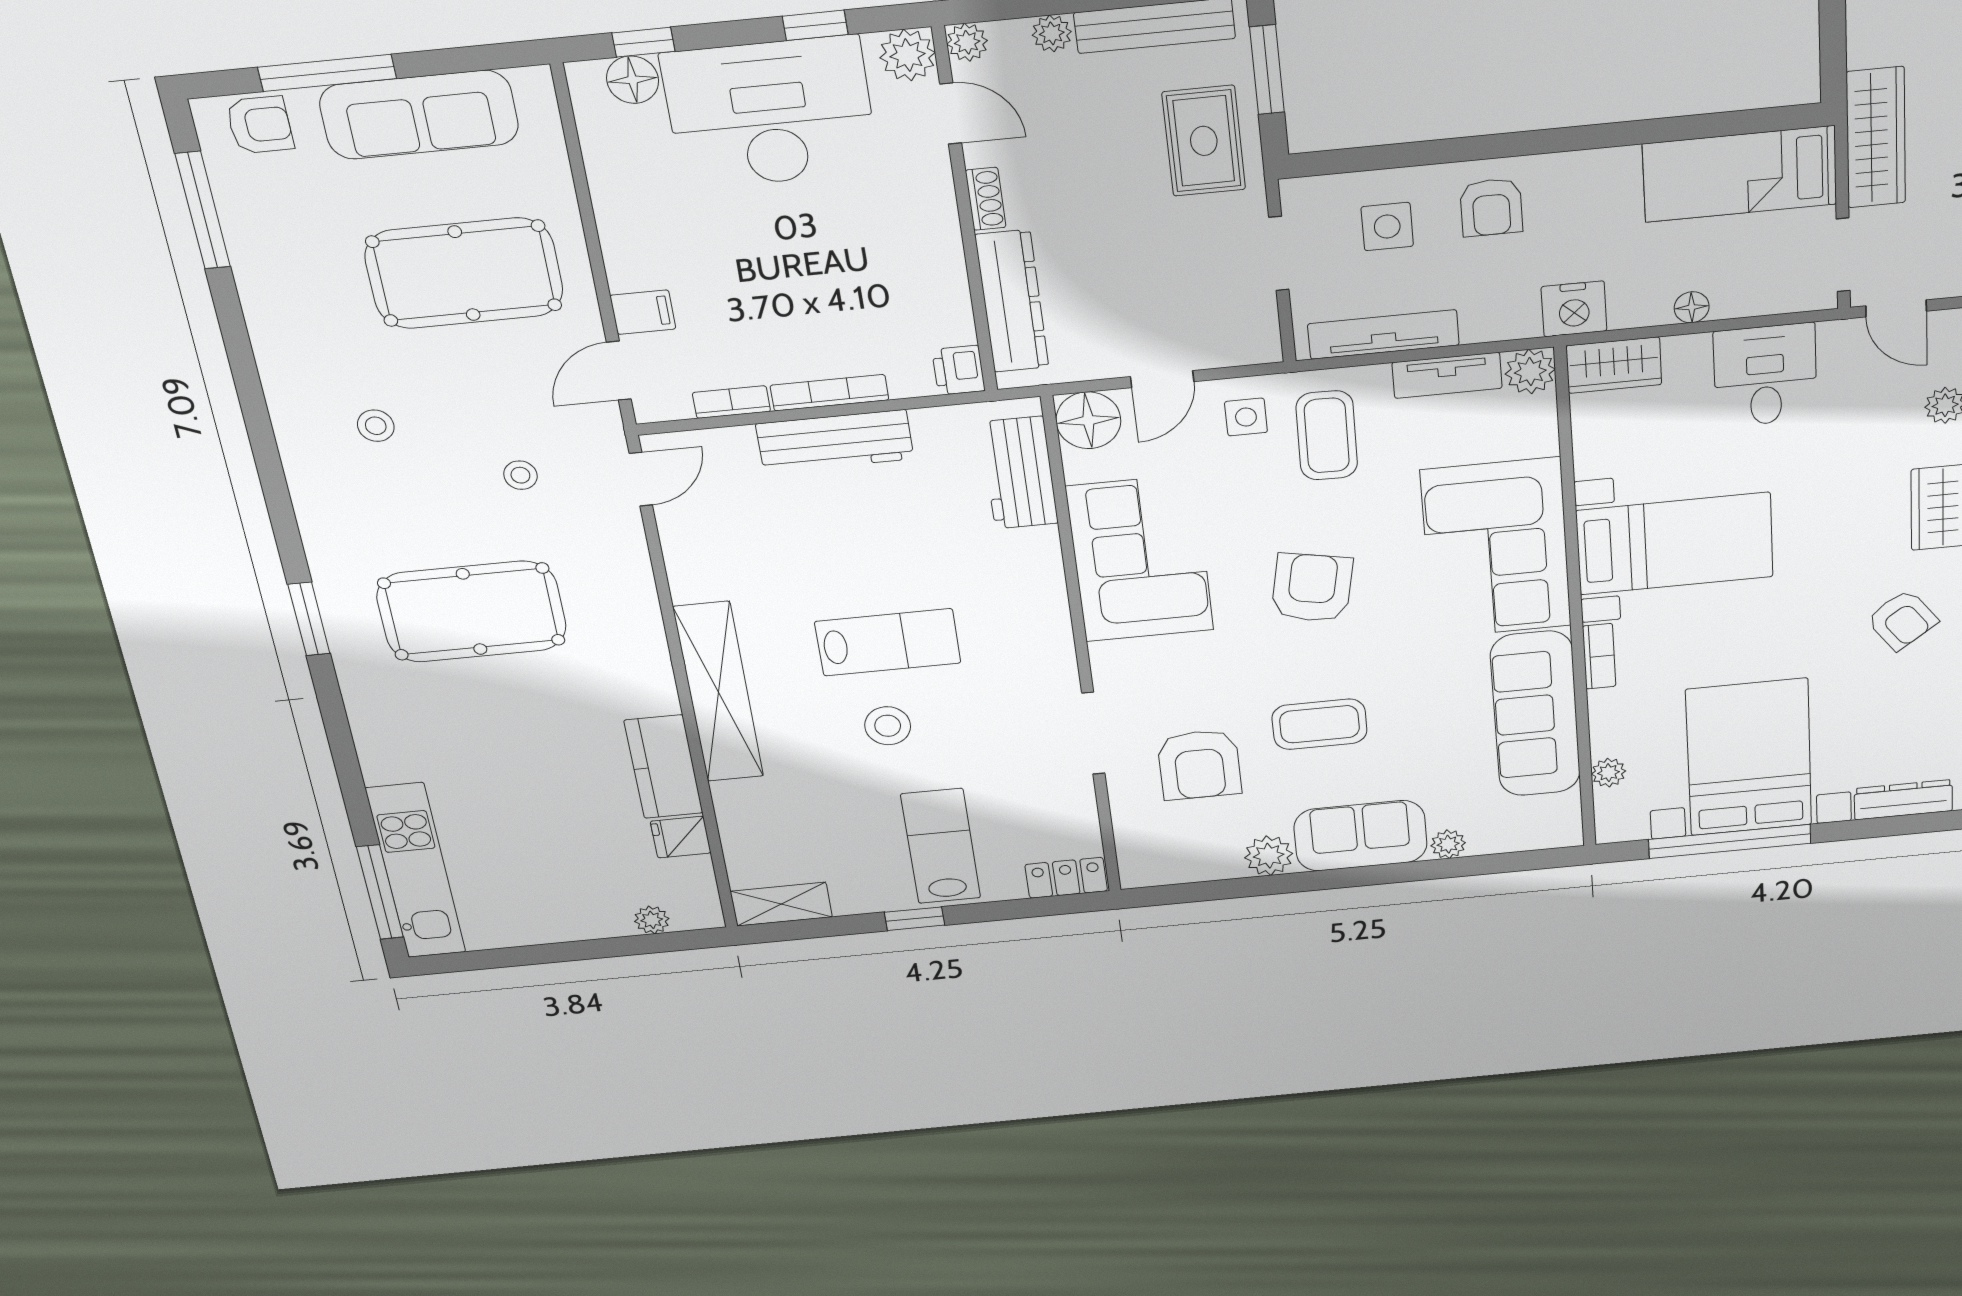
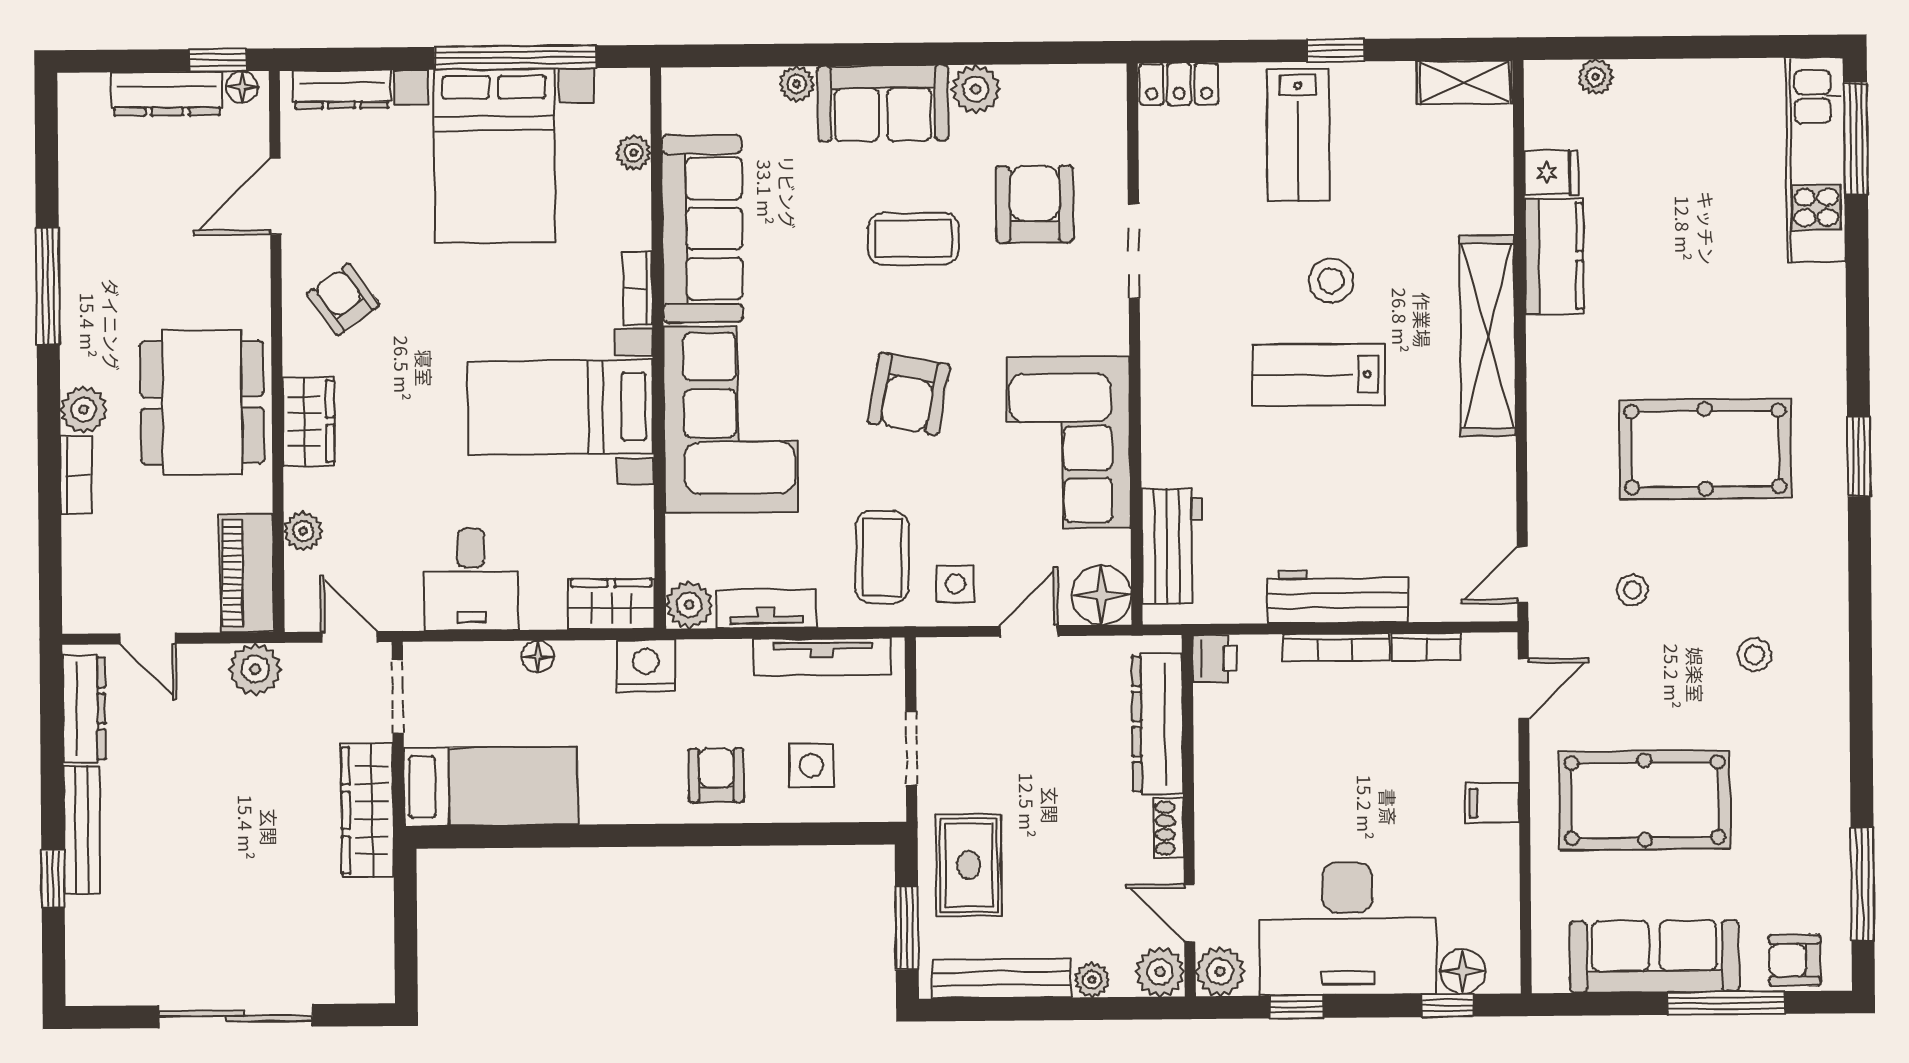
plant: (967, 42) -> (1160, 972), width x1.38, depth x1.38
filing cabinet: (643, 312) -> (1492, 803), moved

